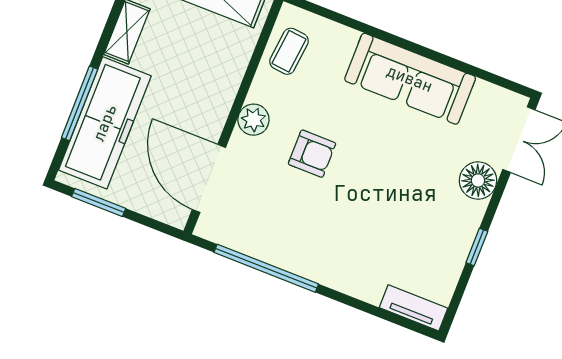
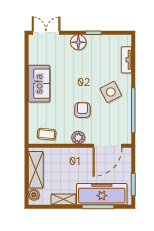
sofa: (410, 79) -> (39, 84), width x0.73
floor lamp: (478, 180) -> (78, 42), moved
side table: (328, 233) -> (111, 92), added
tv unit: (414, 308) -> (126, 60), moved

